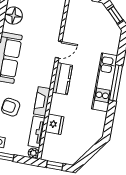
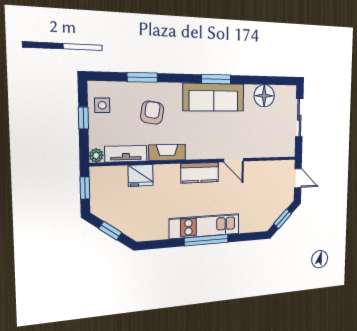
window: (90, 154) -> (110, 231), added

